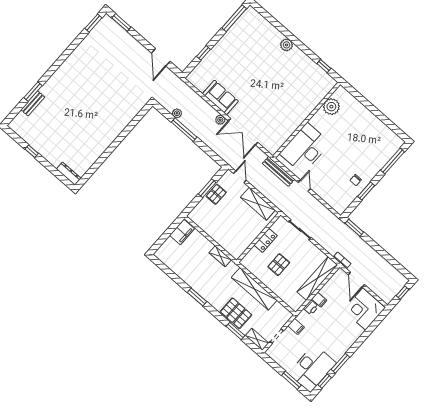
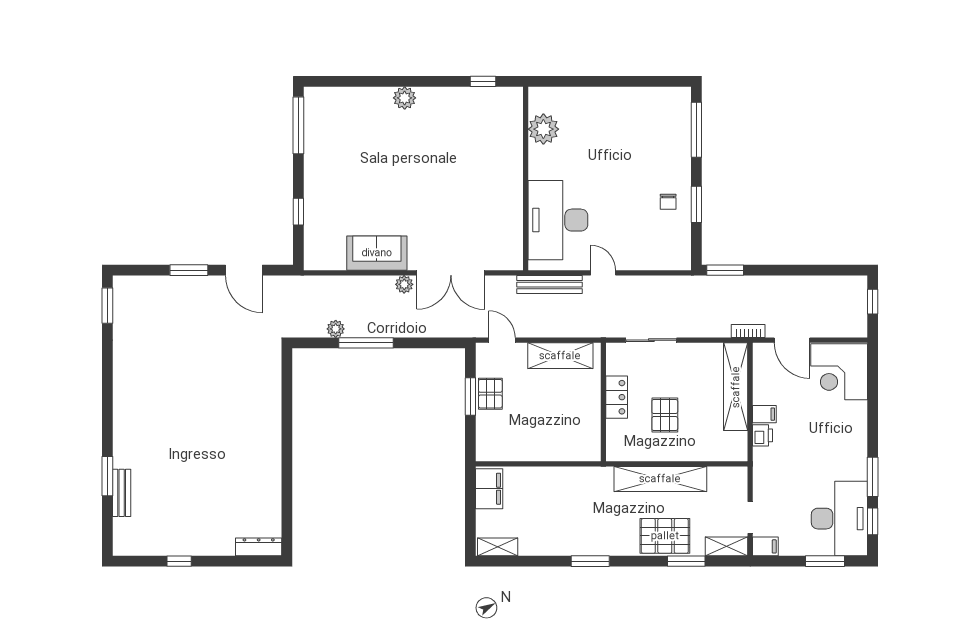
window: (121, 23) -> (189, 270), moved
shelving: (220, 256) -> (498, 547), moved
filing cabinet: (296, 326) -> (765, 546), moved

